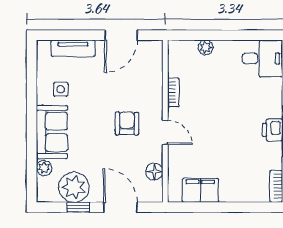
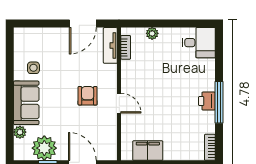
tv unit: (73, 48) -> (110, 45), moved, turned 90
bookcase: (173, 92) -> (126, 47), moved
floor lamp: (154, 172) -> (110, 135), removed

